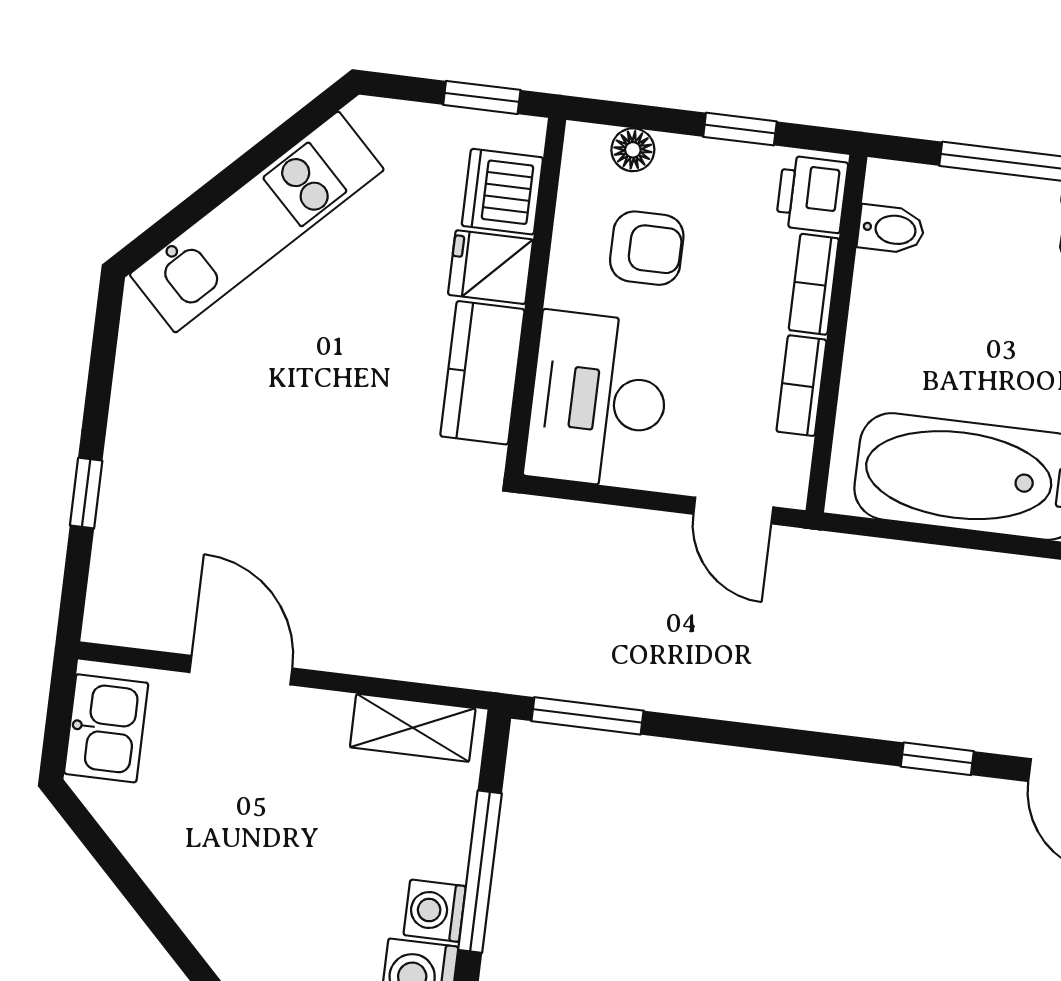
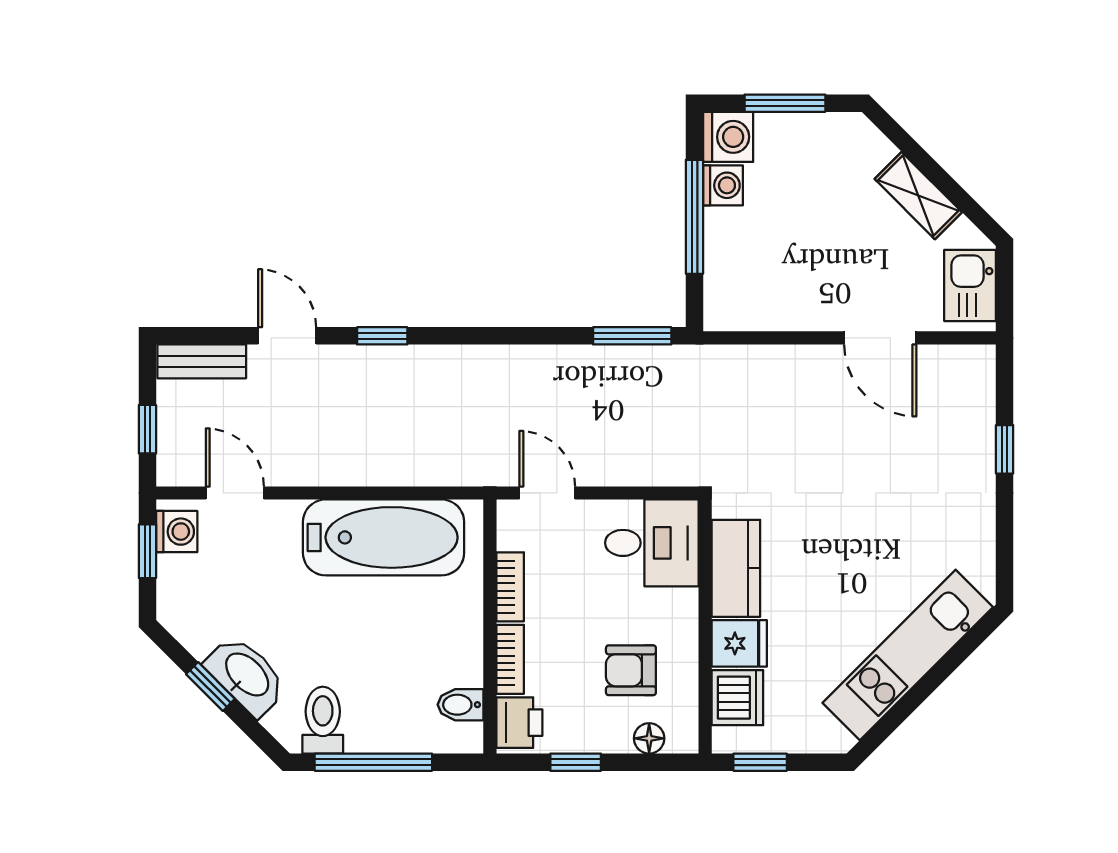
desk: (598, 400) -> (652, 543), width x0.73
shelving: (413, 728) -> (918, 196), moved, turned 45

